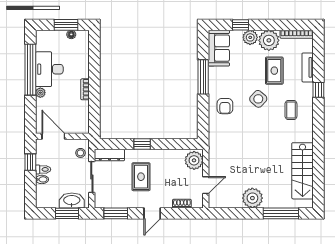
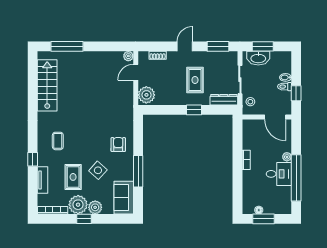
window: (241, 25) -> (84, 219), moved
desk: (49, 69) -> (279, 174), width x0.73
side table: (258, 99) -> (98, 170), moved
plant: (252, 198) -> (128, 56), moved, width x0.53, depth x0.53

